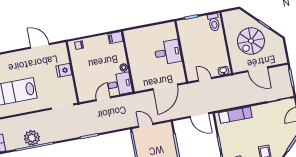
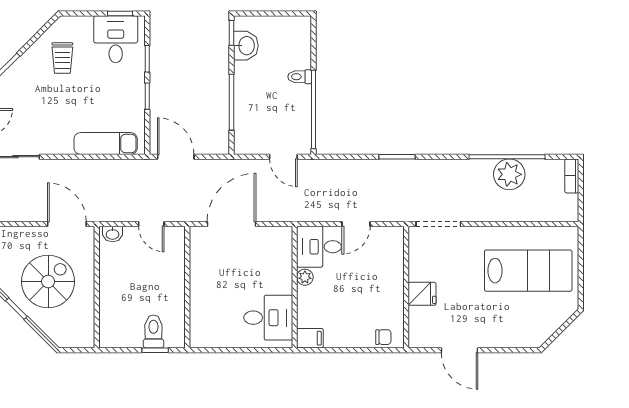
toilet: (214, 22) -> (153, 331), moved
desk: (168, 52) -> (268, 318), moved, turned 180
door: (258, 69) -> (67, 224), moved

